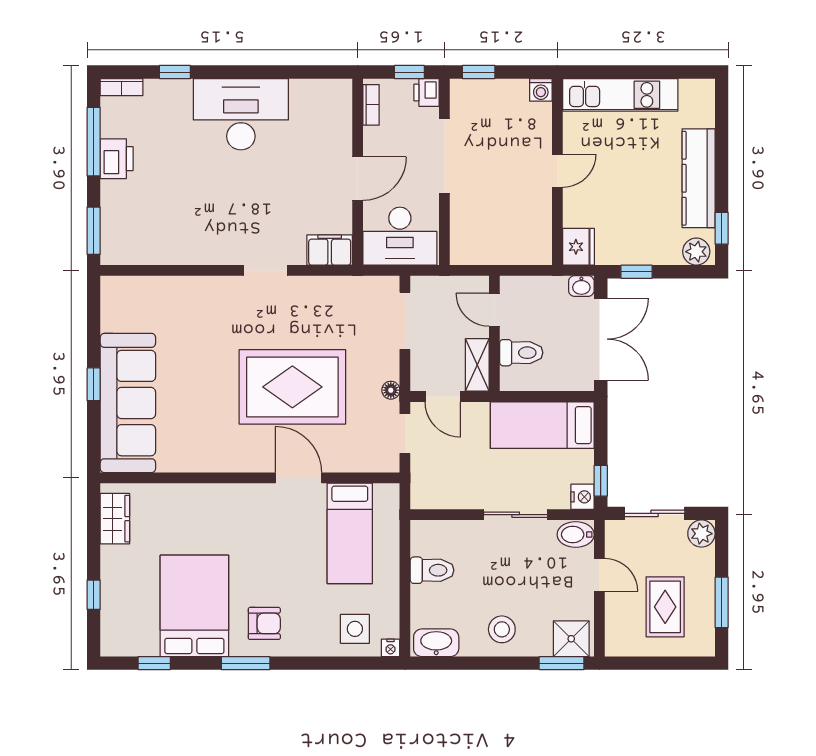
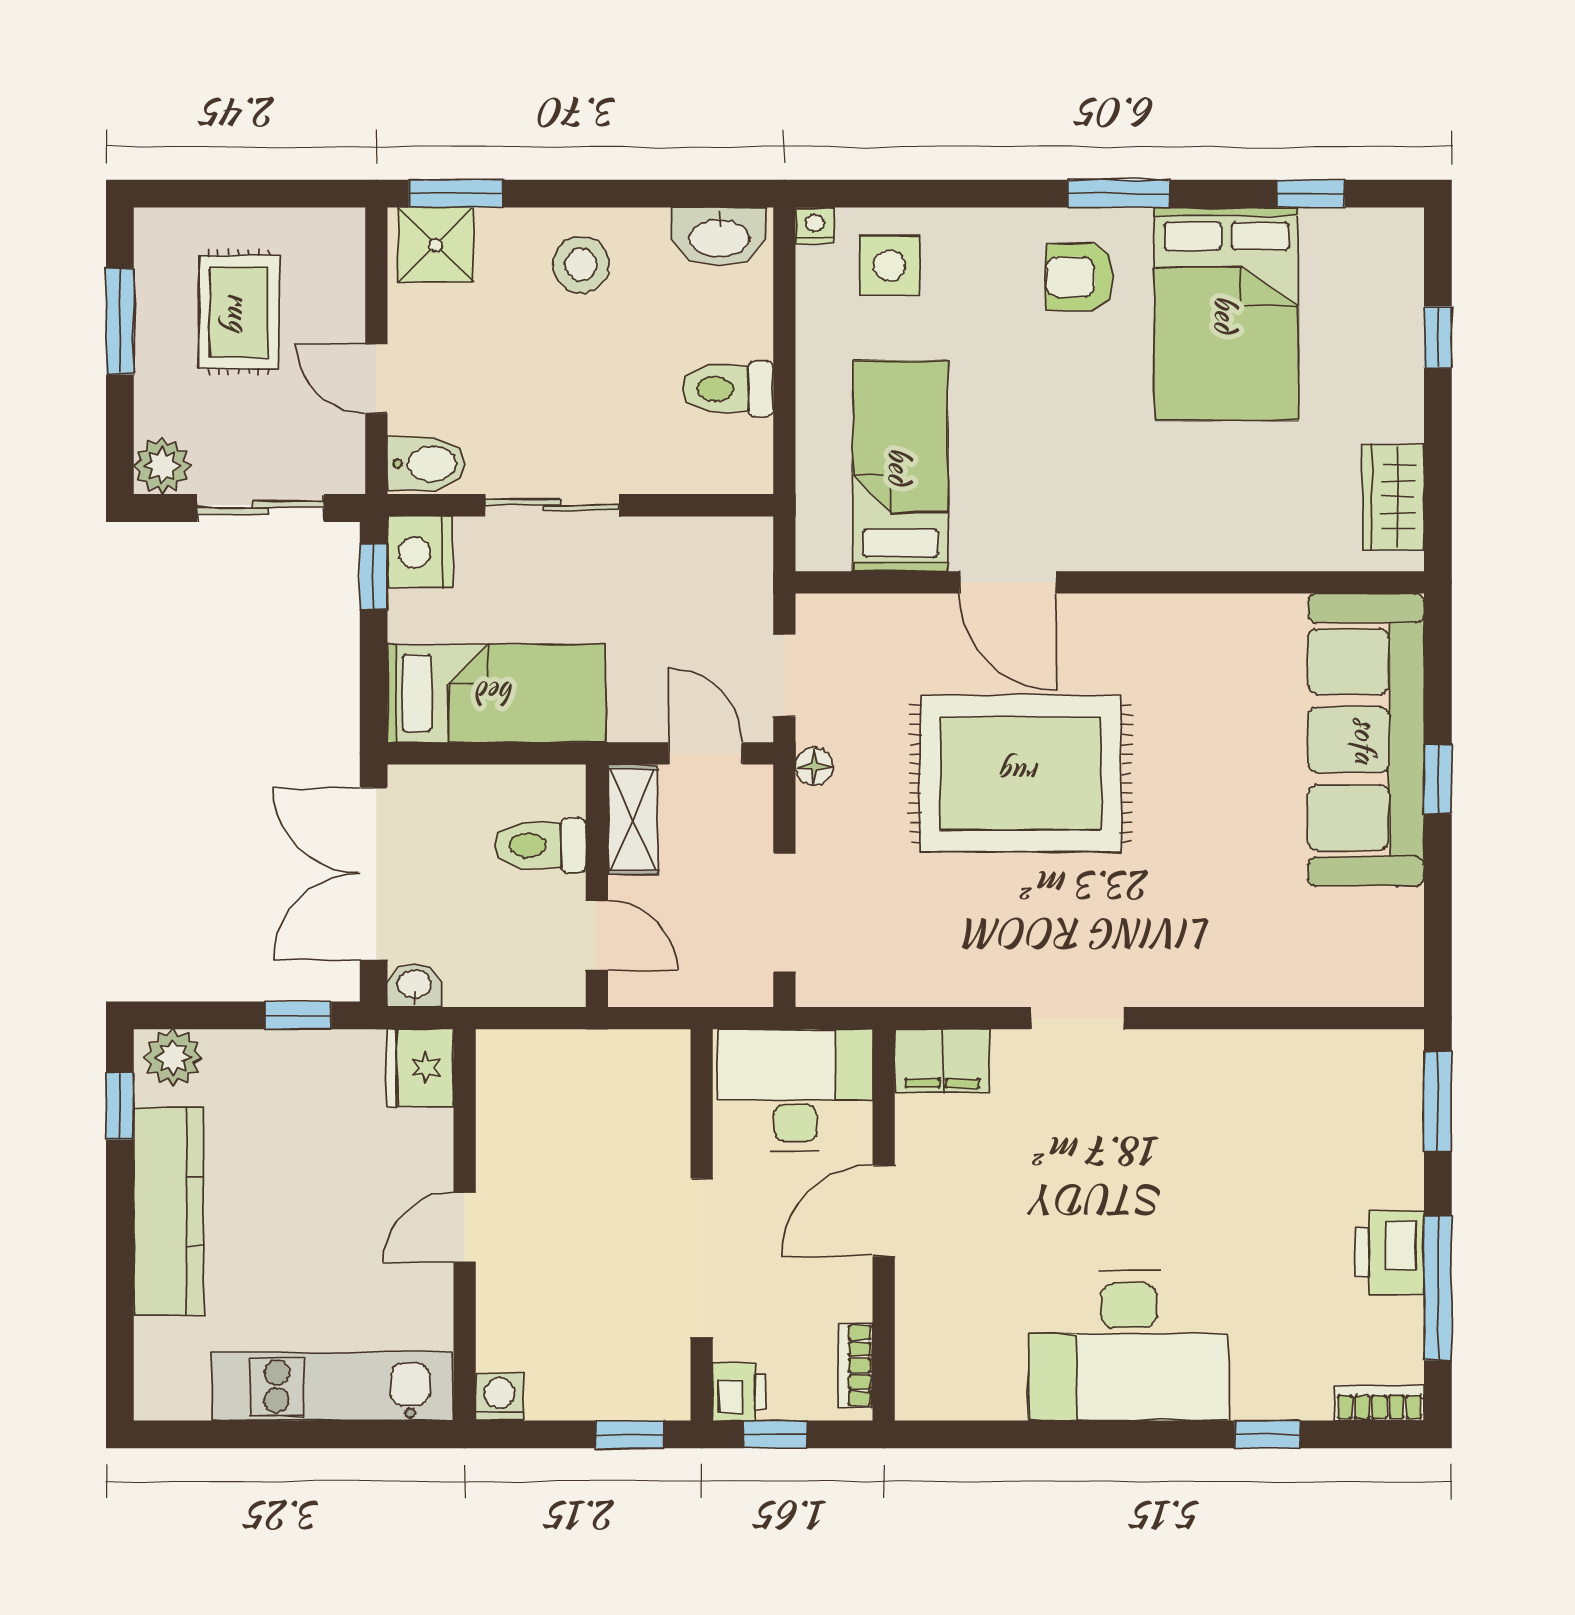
nightstand: (583, 497) -> (420, 552), width x1.36, depth x1.33

